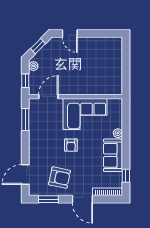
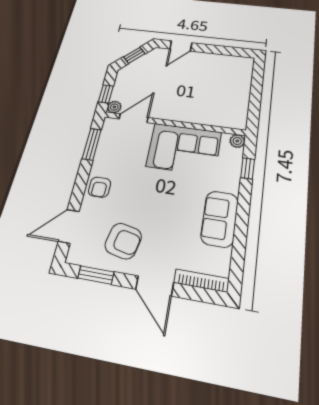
door: (70, 34) -> (181, 46), hinge flipped
plant: (34, 66) -> (114, 107), moved
plant: (118, 133) -> (237, 141), moved
armchair: (71, 145) -> (100, 187), moved
window: (126, 176) -> (248, 168), moved

